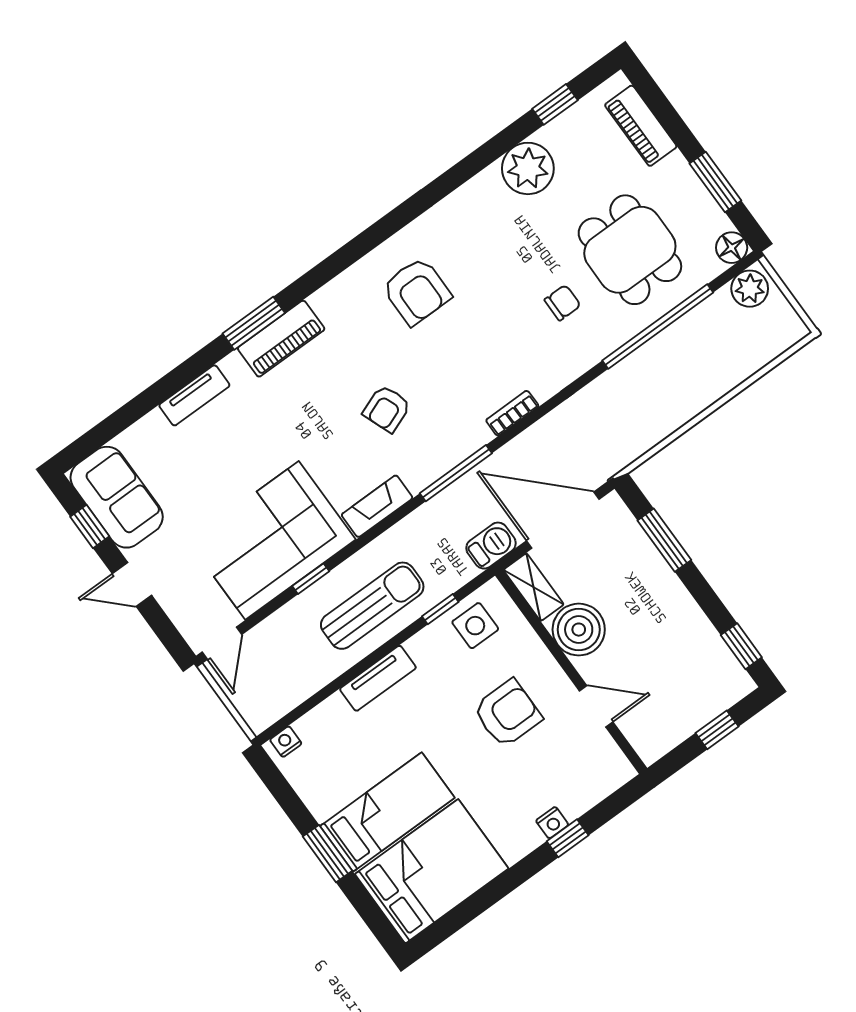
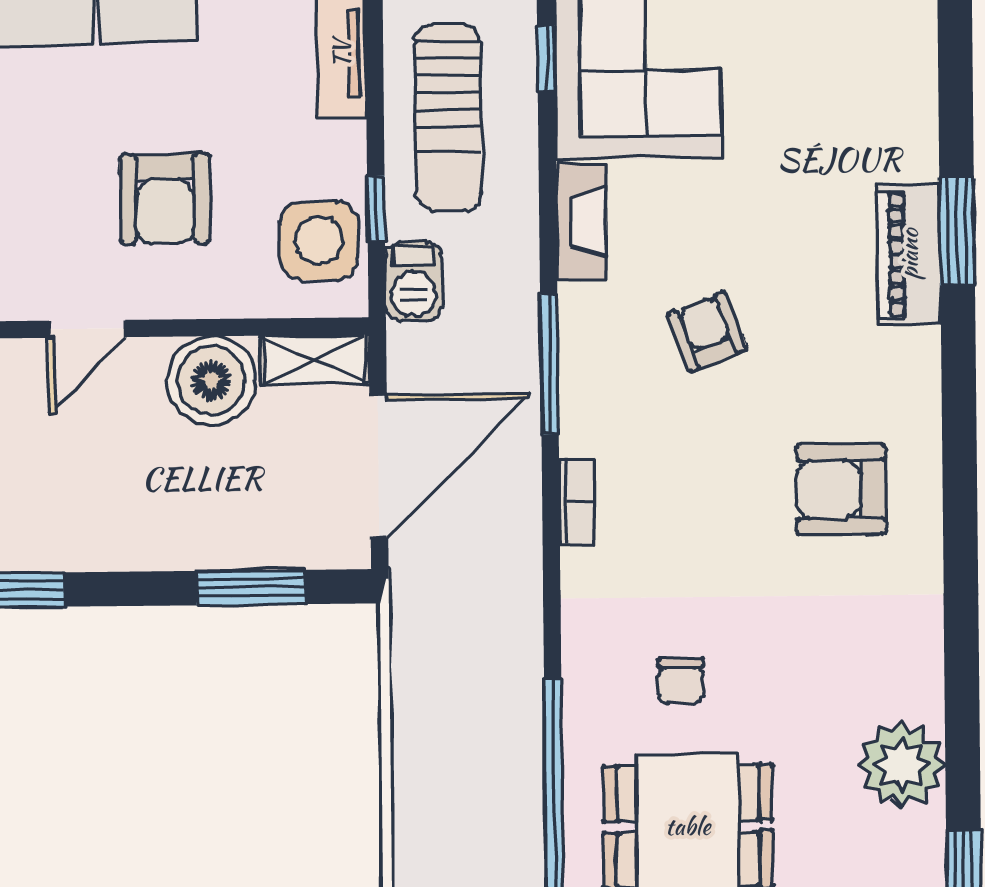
tv unit: (194, 395) -> (916, 78), removed
barbecue: (491, 546) -> (414, 281), moved
side table: (475, 626) -> (319, 241), width x1.37, depth x1.37

